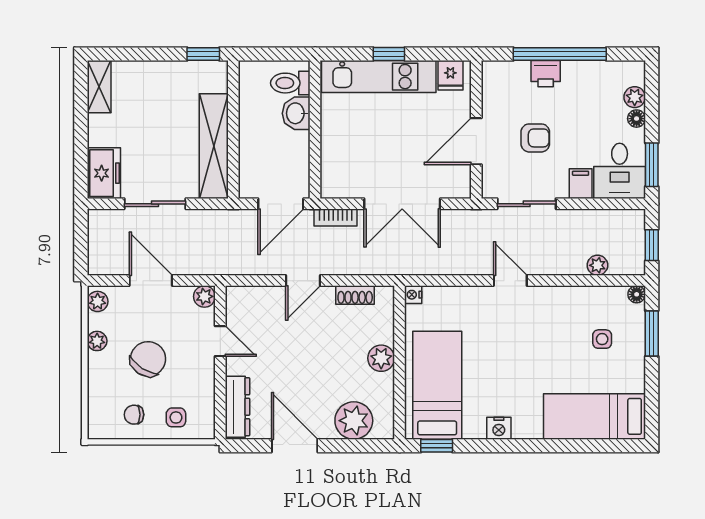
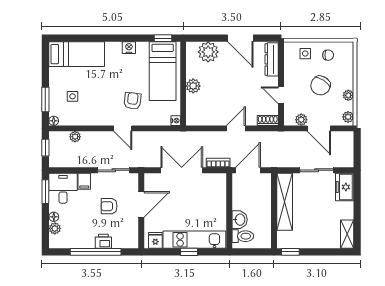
shoe rack: (355, 295) -> (268, 120), moved
plant: (204, 296) -> (301, 120), moved
armchair: (492, 331) -> (133, 101), added

